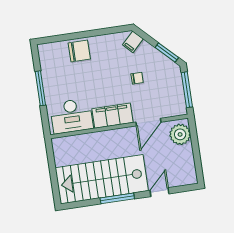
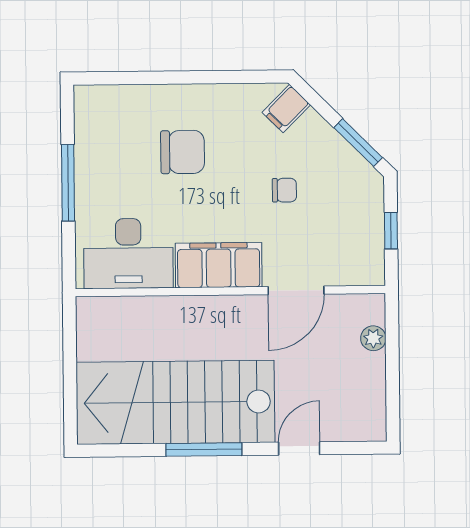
chair: (79, 51) -> (183, 152), moved
window: (187, 90) -> (391, 231), width x0.46
plant: (180, 134) -> (373, 338), width x0.53, depth x0.53

